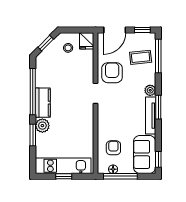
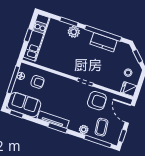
plant: (150, 90) -> (84, 130), moved
kitchen counter: (43, 103) -> (104, 42), moved

